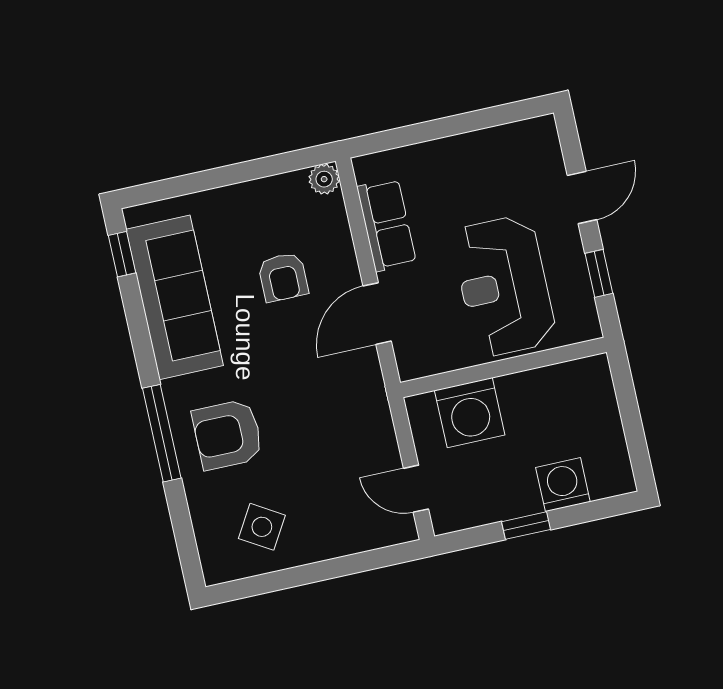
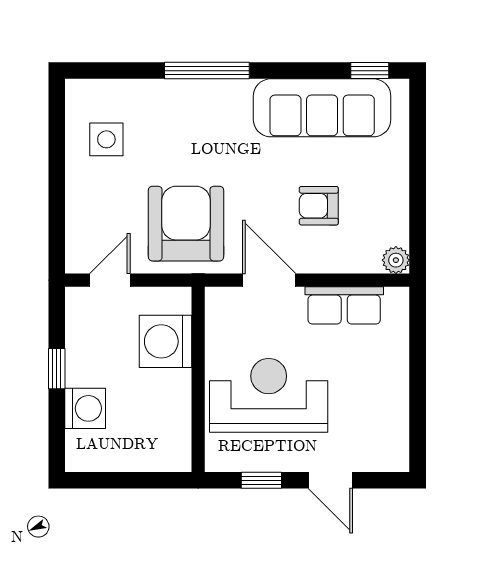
armchair: (228, 434) -> (186, 224), moved, width x1.36, depth x1.36
side table: (262, 527) -> (106, 139), turned -31

